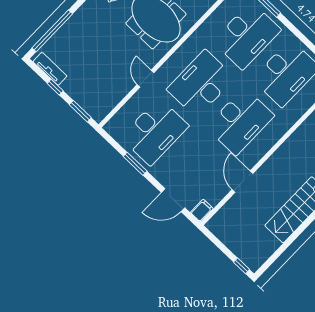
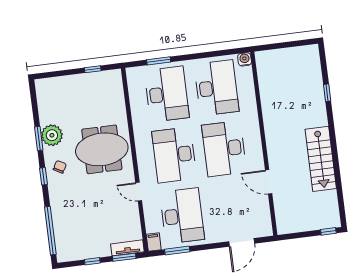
tv unit: (50, 69) -> (127, 248), moved
desk: (240, 121) -> (224, 149), turned 180
window: (135, 164) -> (177, 251), moved
filing cabinet: (202, 211) -> (154, 242), moved

